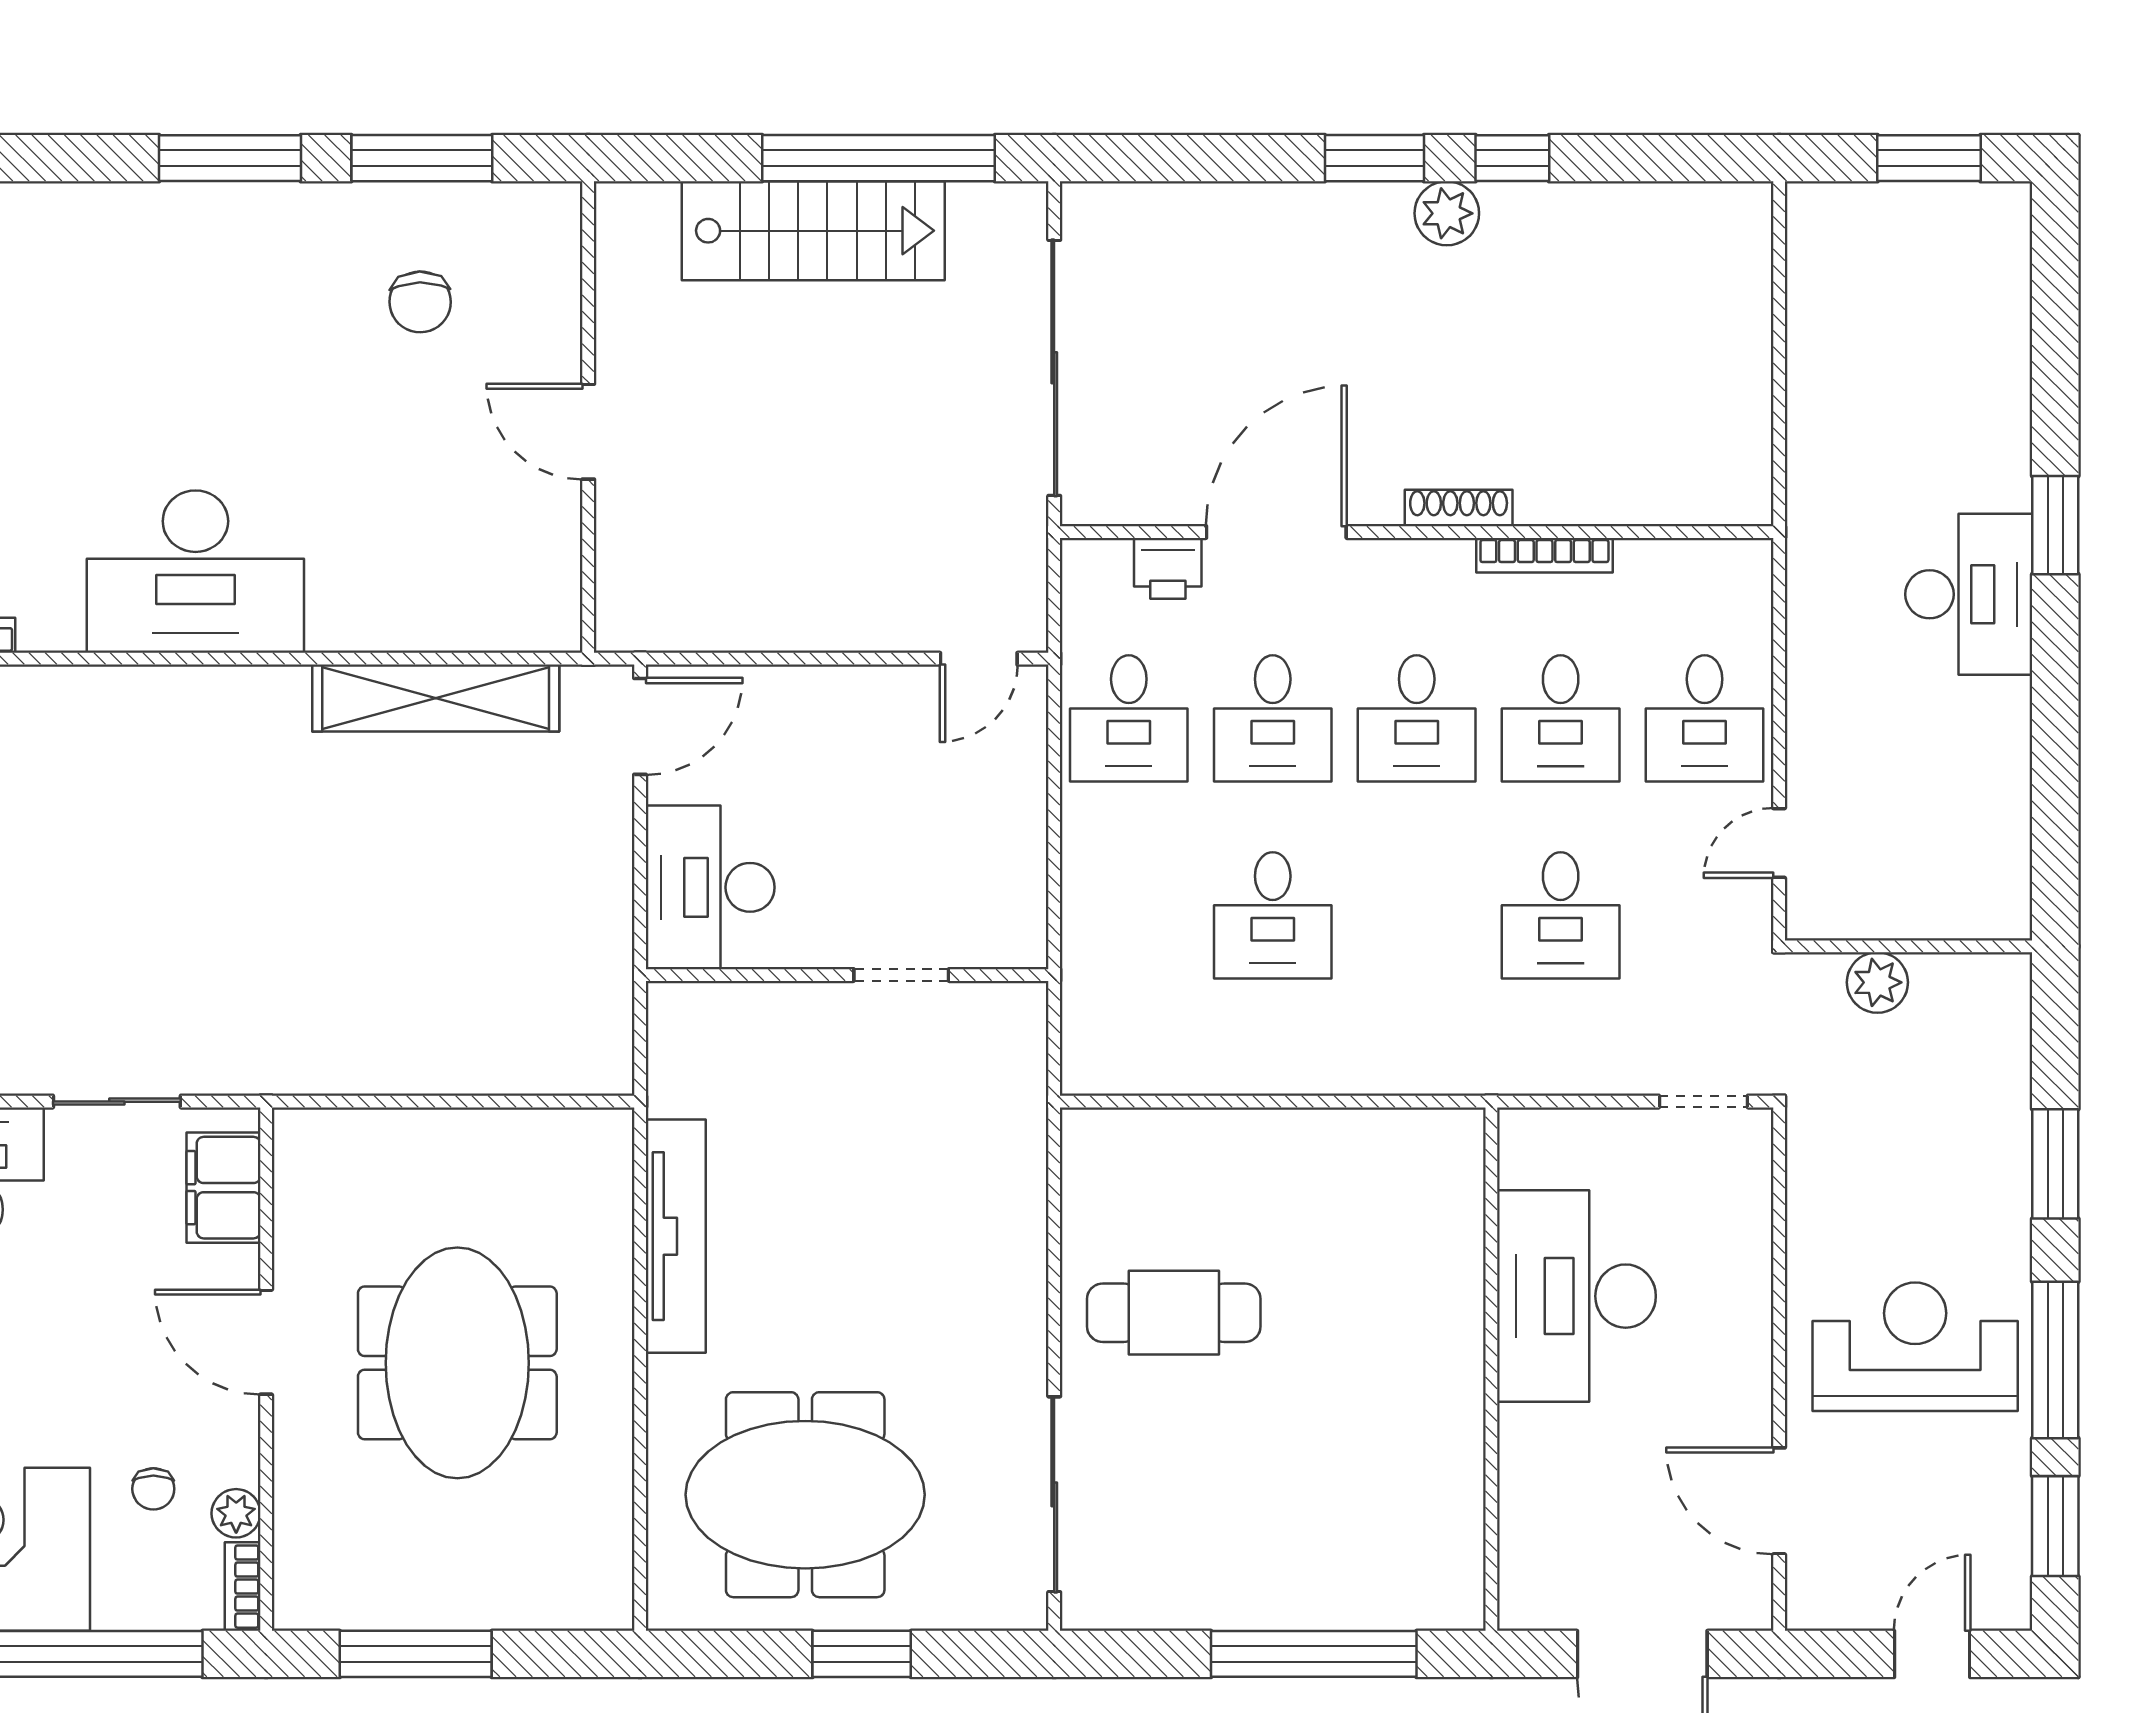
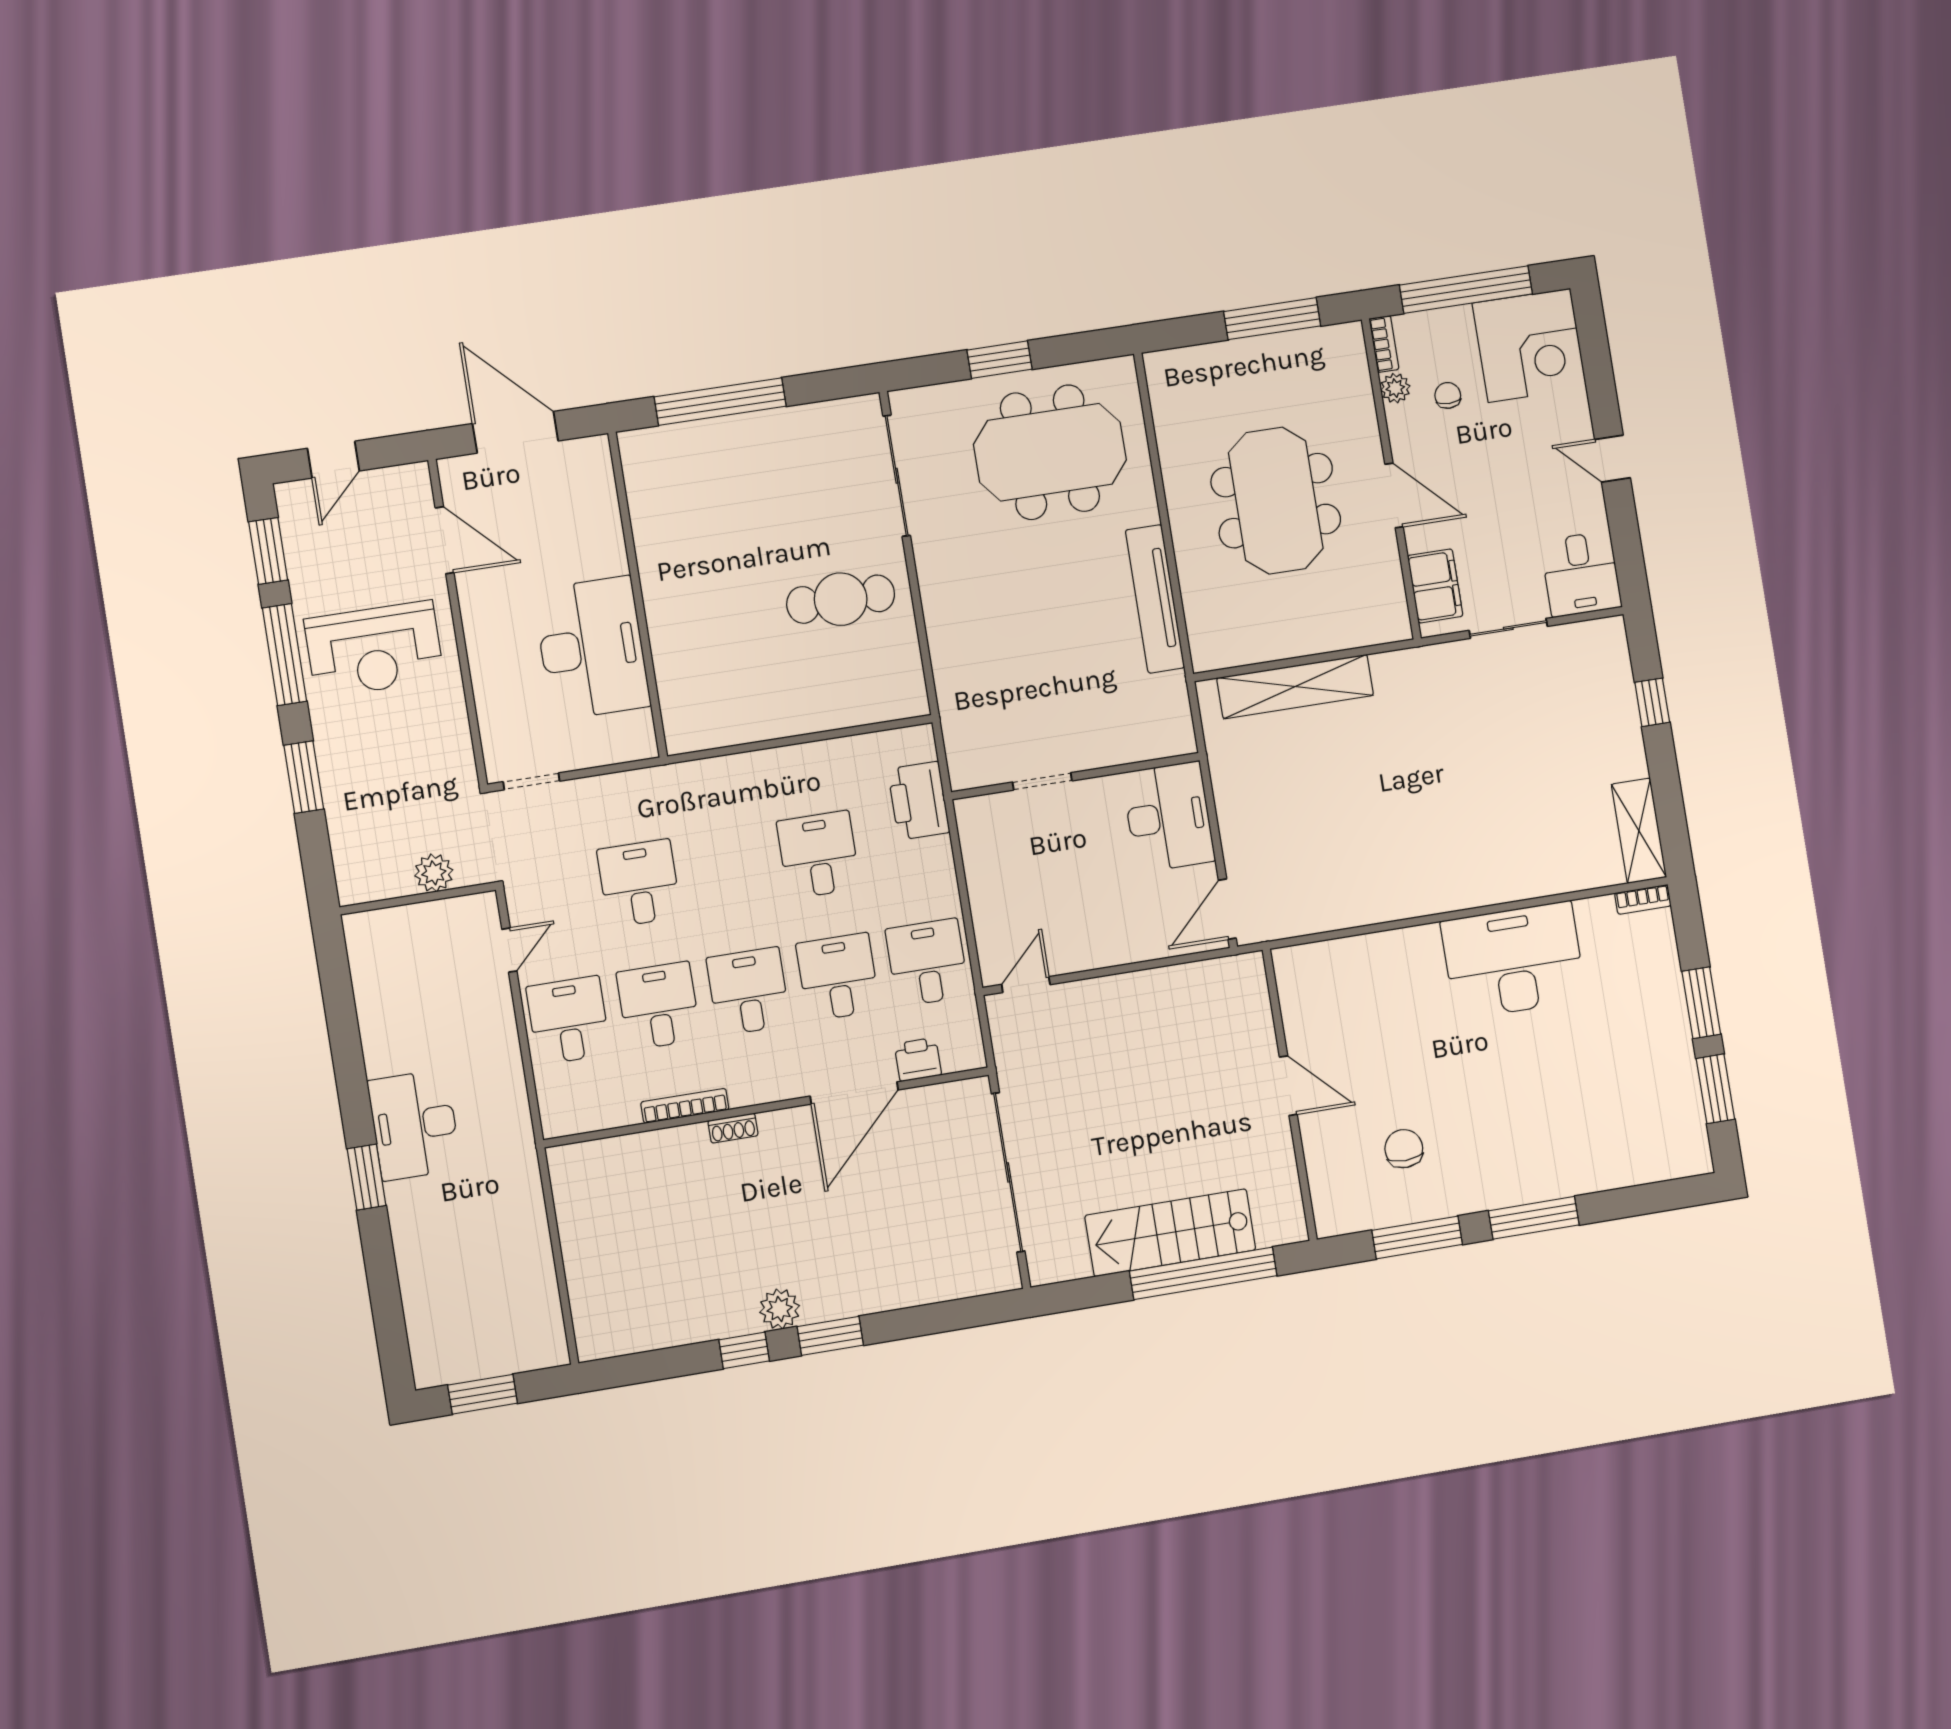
window: (879, 158) -> (1203, 1273), moved
shoe rack: (1459, 508) -> (733, 1128), width x0.70
shelving: (436, 698) -> (1295, 687), moved
printer: (1102, 975) -> (919, 801), added

